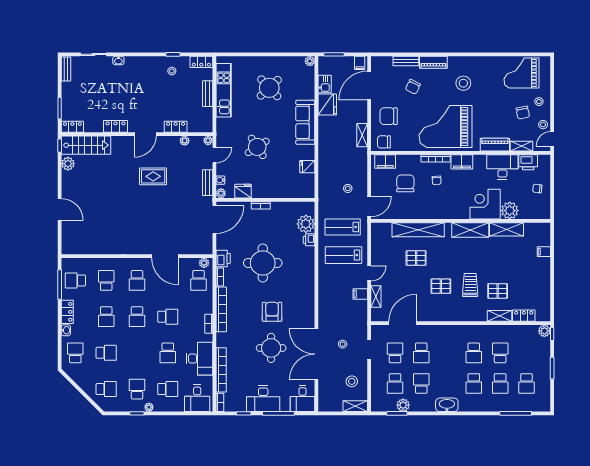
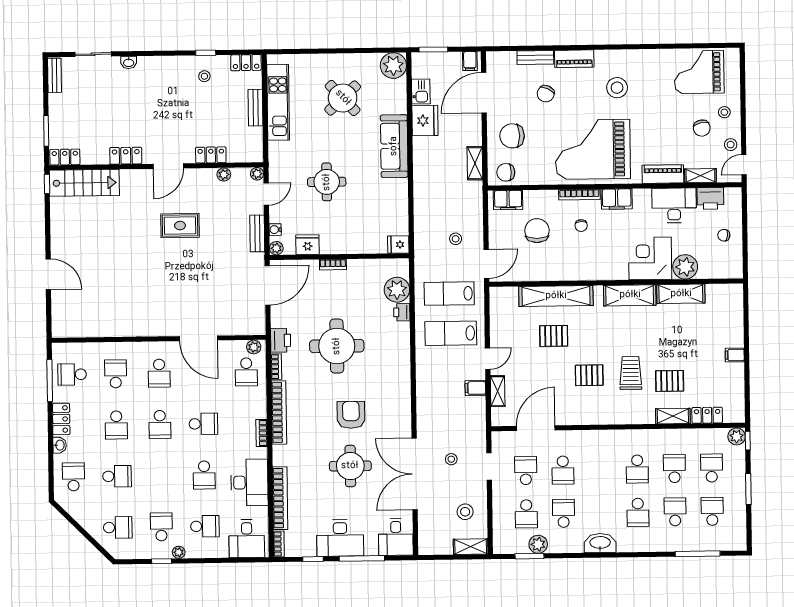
plant: (310, 61) -> (393, 66), width x1.88, depth x1.88
round table: (257, 147) -> (327, 182), turned 33
plant: (68, 164) -> (59, 209), removed
fridge: (307, 167) -> (398, 245), moved
filing cabinet: (544, 252) -> (735, 355), moved
school desk: (526, 353) -> (712, 468), added
school desk: (500, 383) -> (675, 512), turned 180
school desk: (526, 383) -> (712, 511), turned 180

